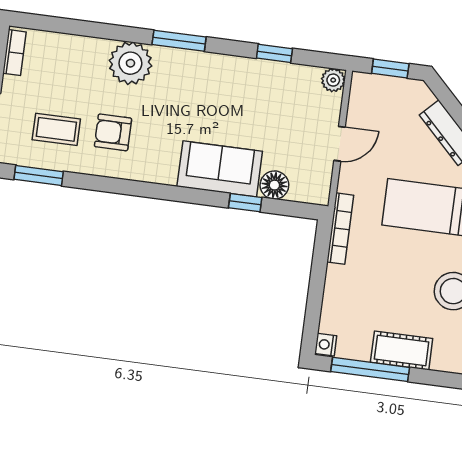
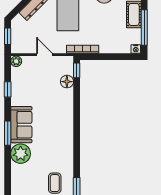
armchair: (113, 132) -> (53, 157), removed
sofa: (220, 169) -> (21, 125), moved, turned 180
window: (245, 203) -> (77, 70), moved

